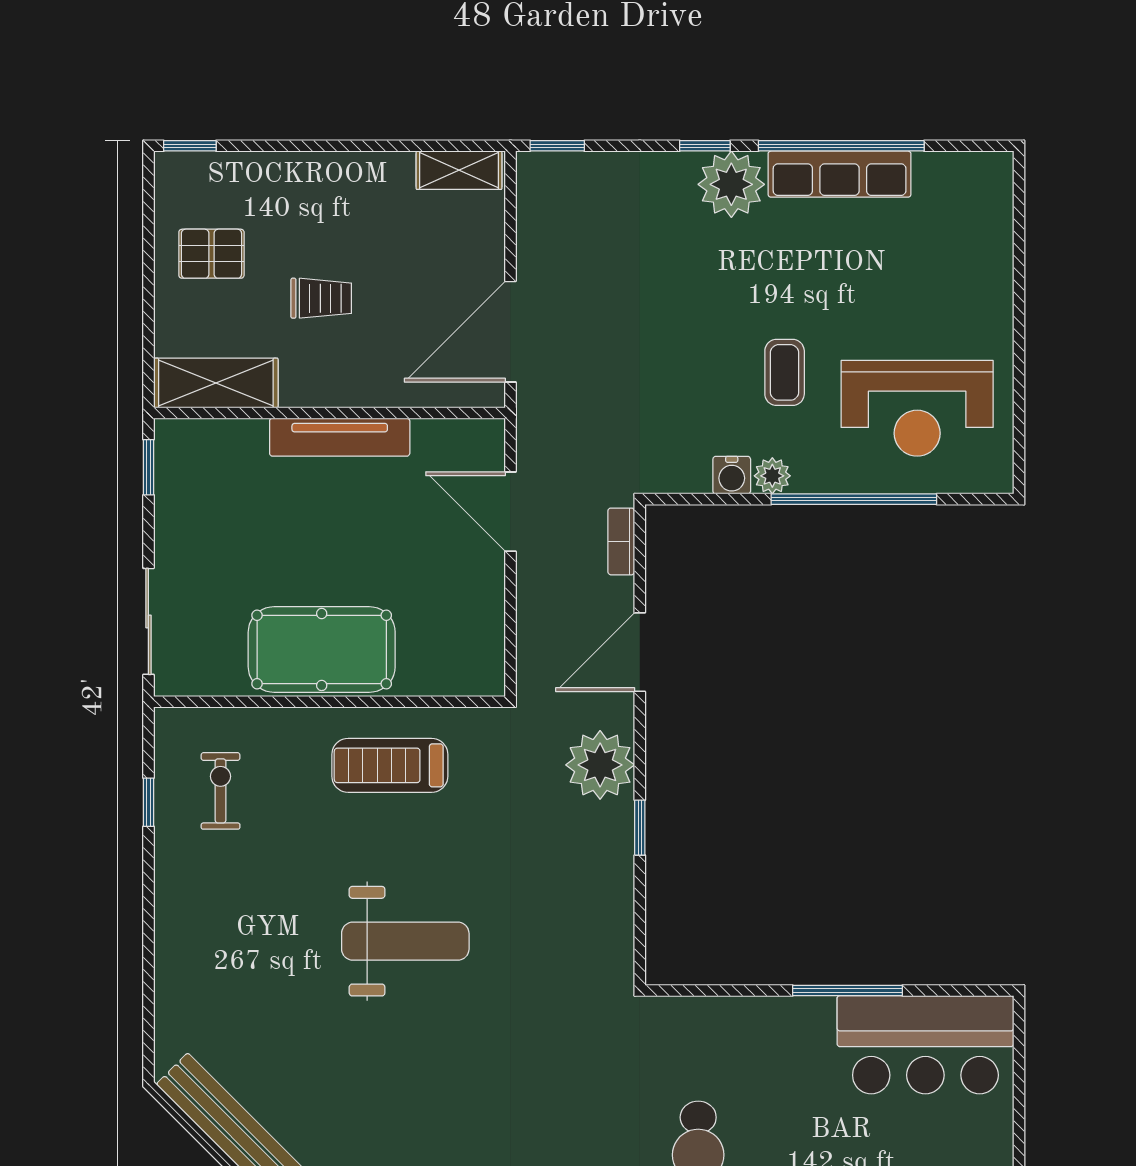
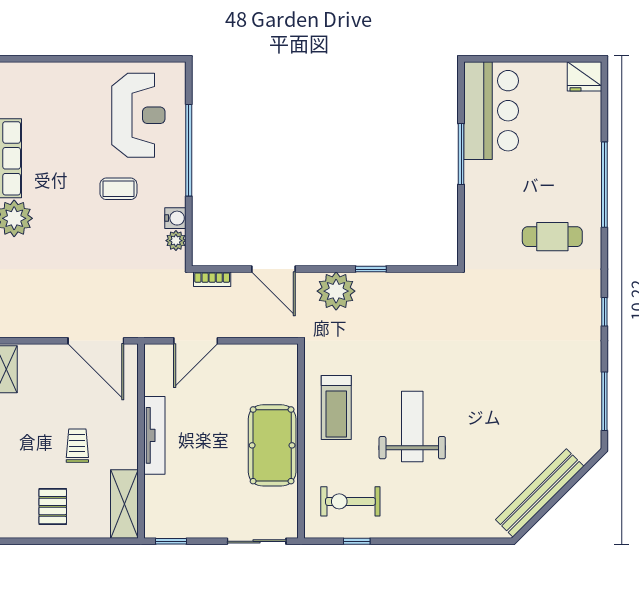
plant: (772, 476) -> (176, 241), moved
exercise bike: (221, 791) -> (350, 501), width x1.38, depth x1.39
weight bench: (405, 941) -> (412, 426), moved

